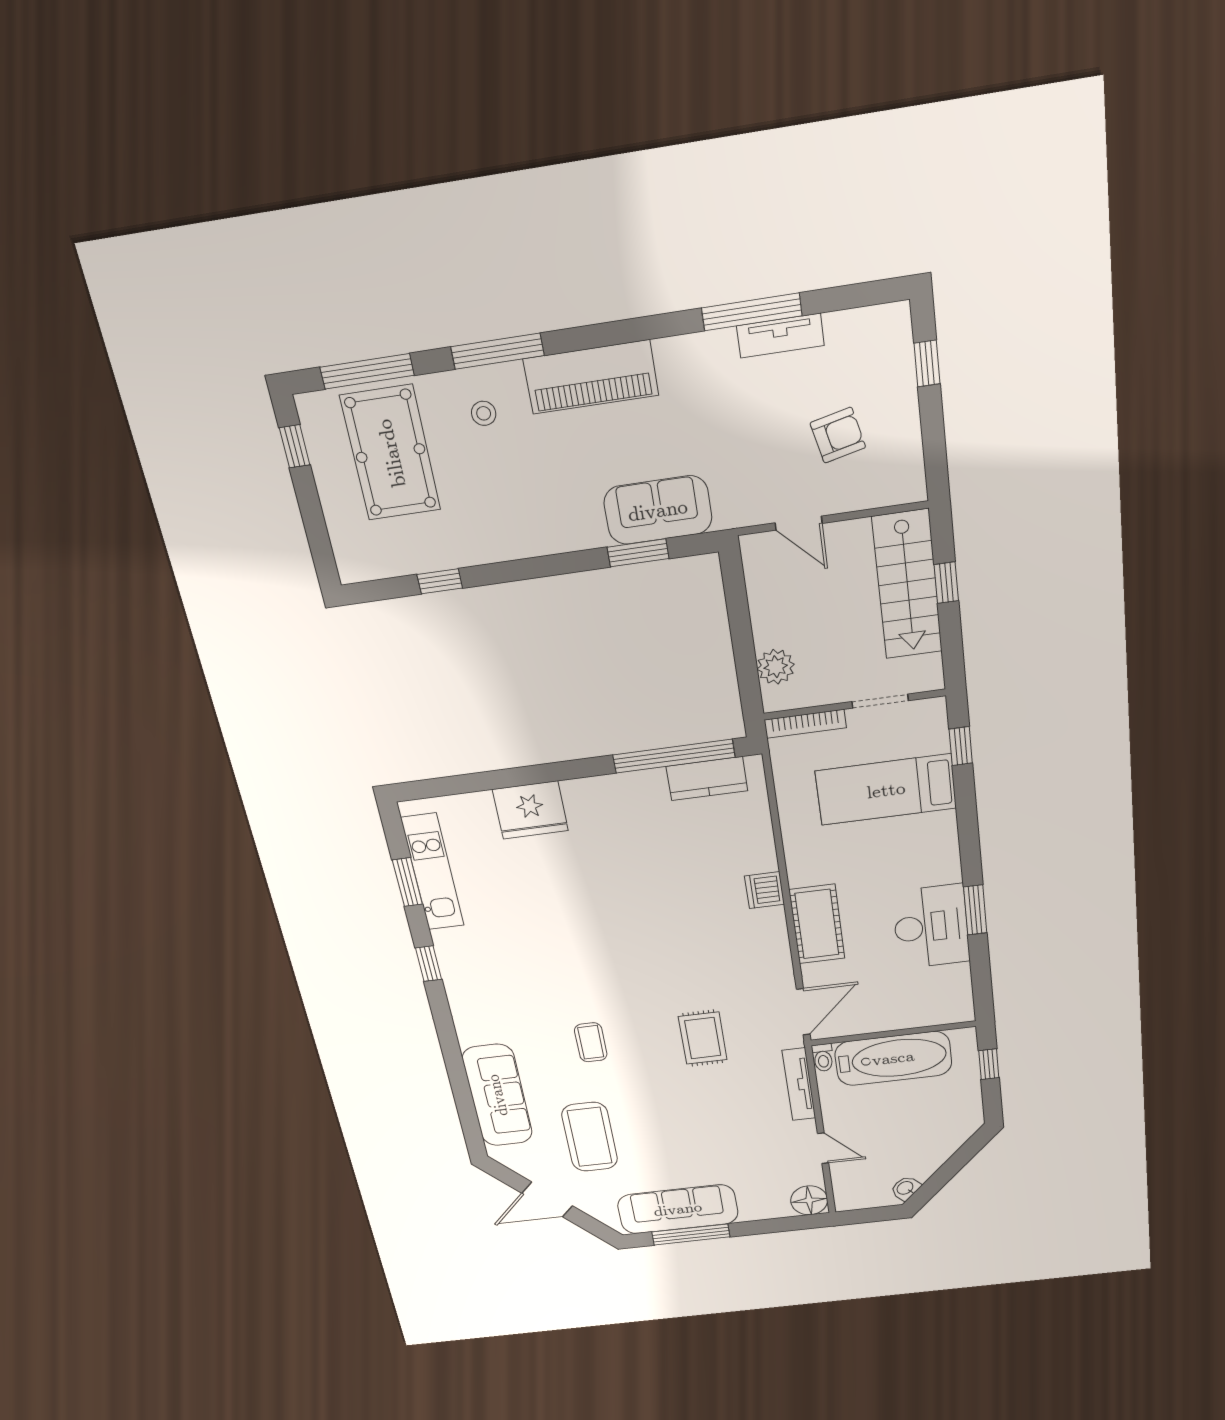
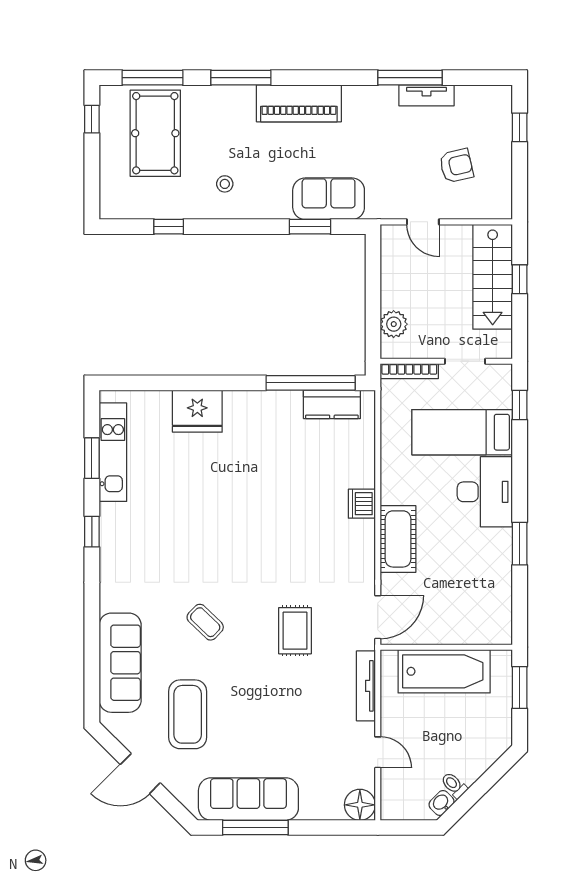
stool: (484, 413) -> (225, 184), moved
desk: (931, 927) -> (485, 492), moved
coffee table: (591, 1042) -> (205, 622), turned -46
toilet: (823, 1058) -> (454, 785), moved, turned 135
window: (989, 1064) -> (520, 687), width x1.50

